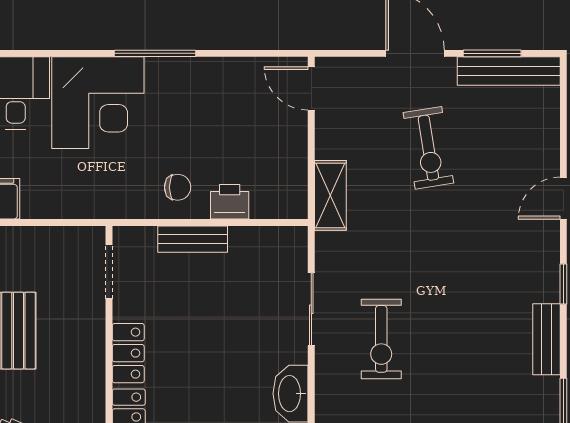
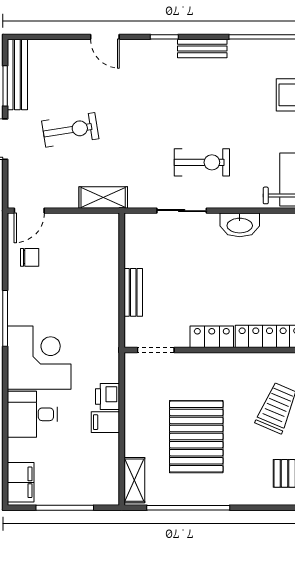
chair: (178, 187) -> (30, 257), moved, turned 90
printer: (230, 202) -> (107, 397), moved

